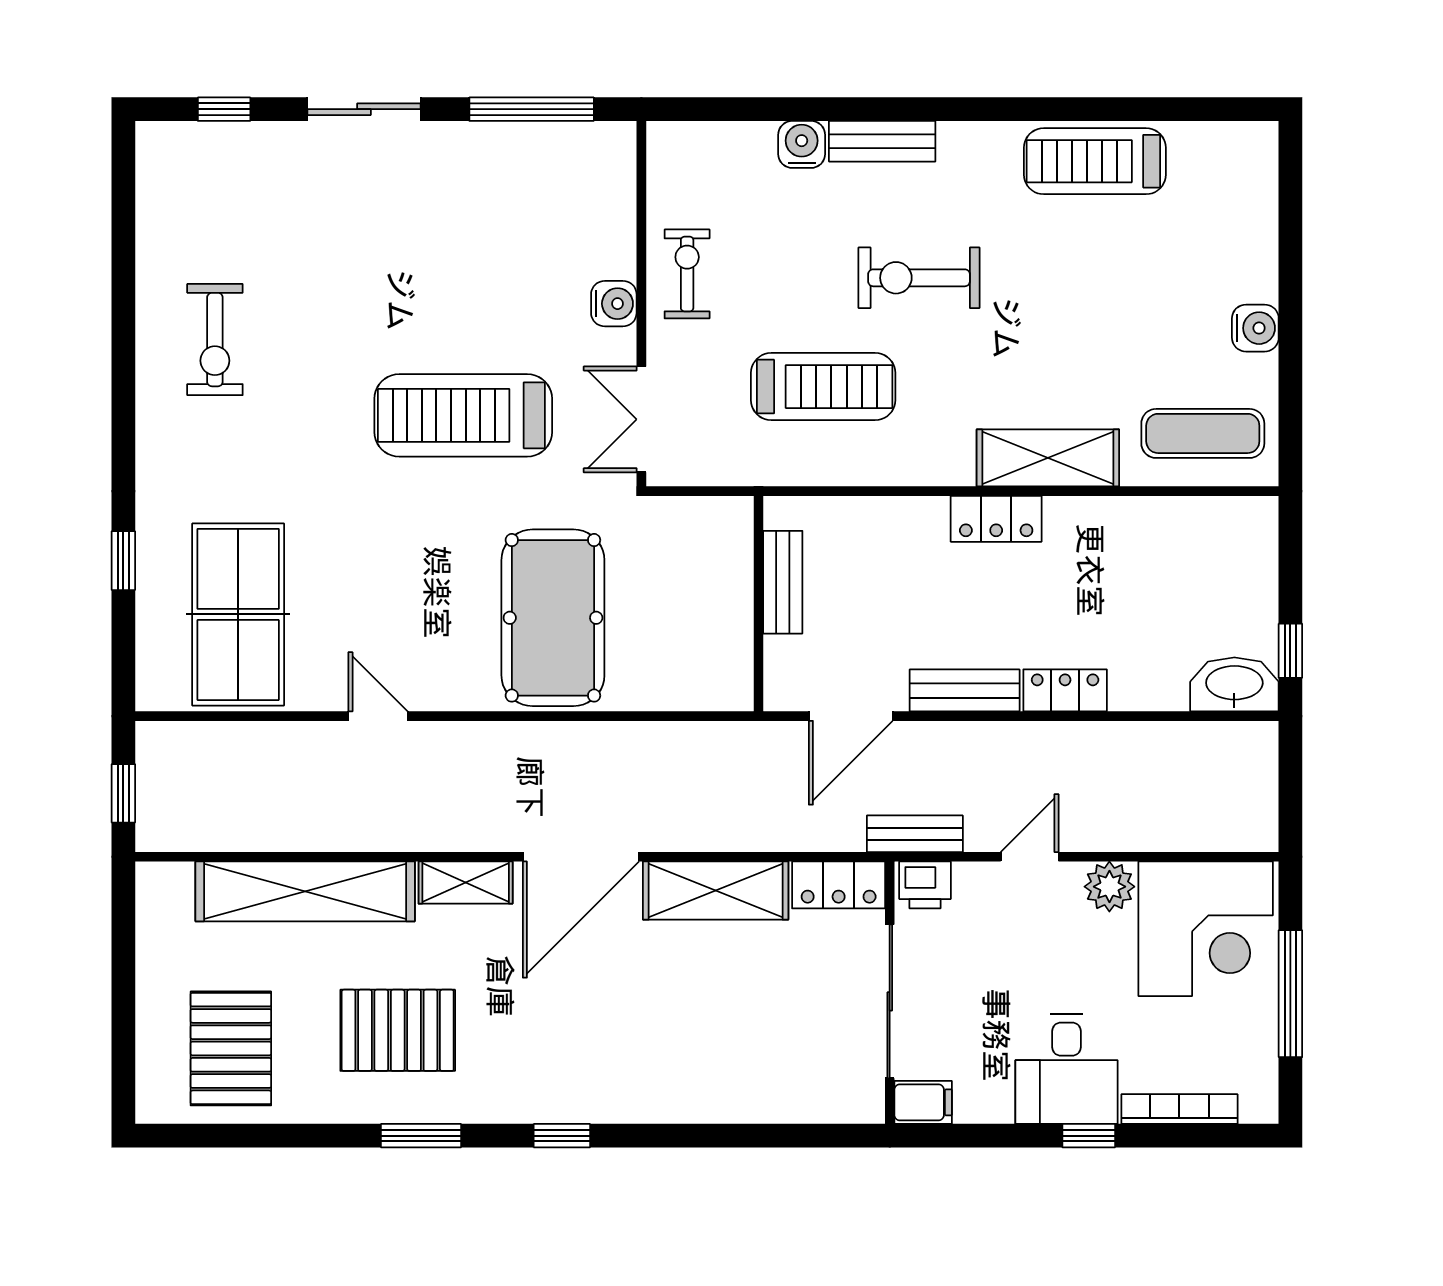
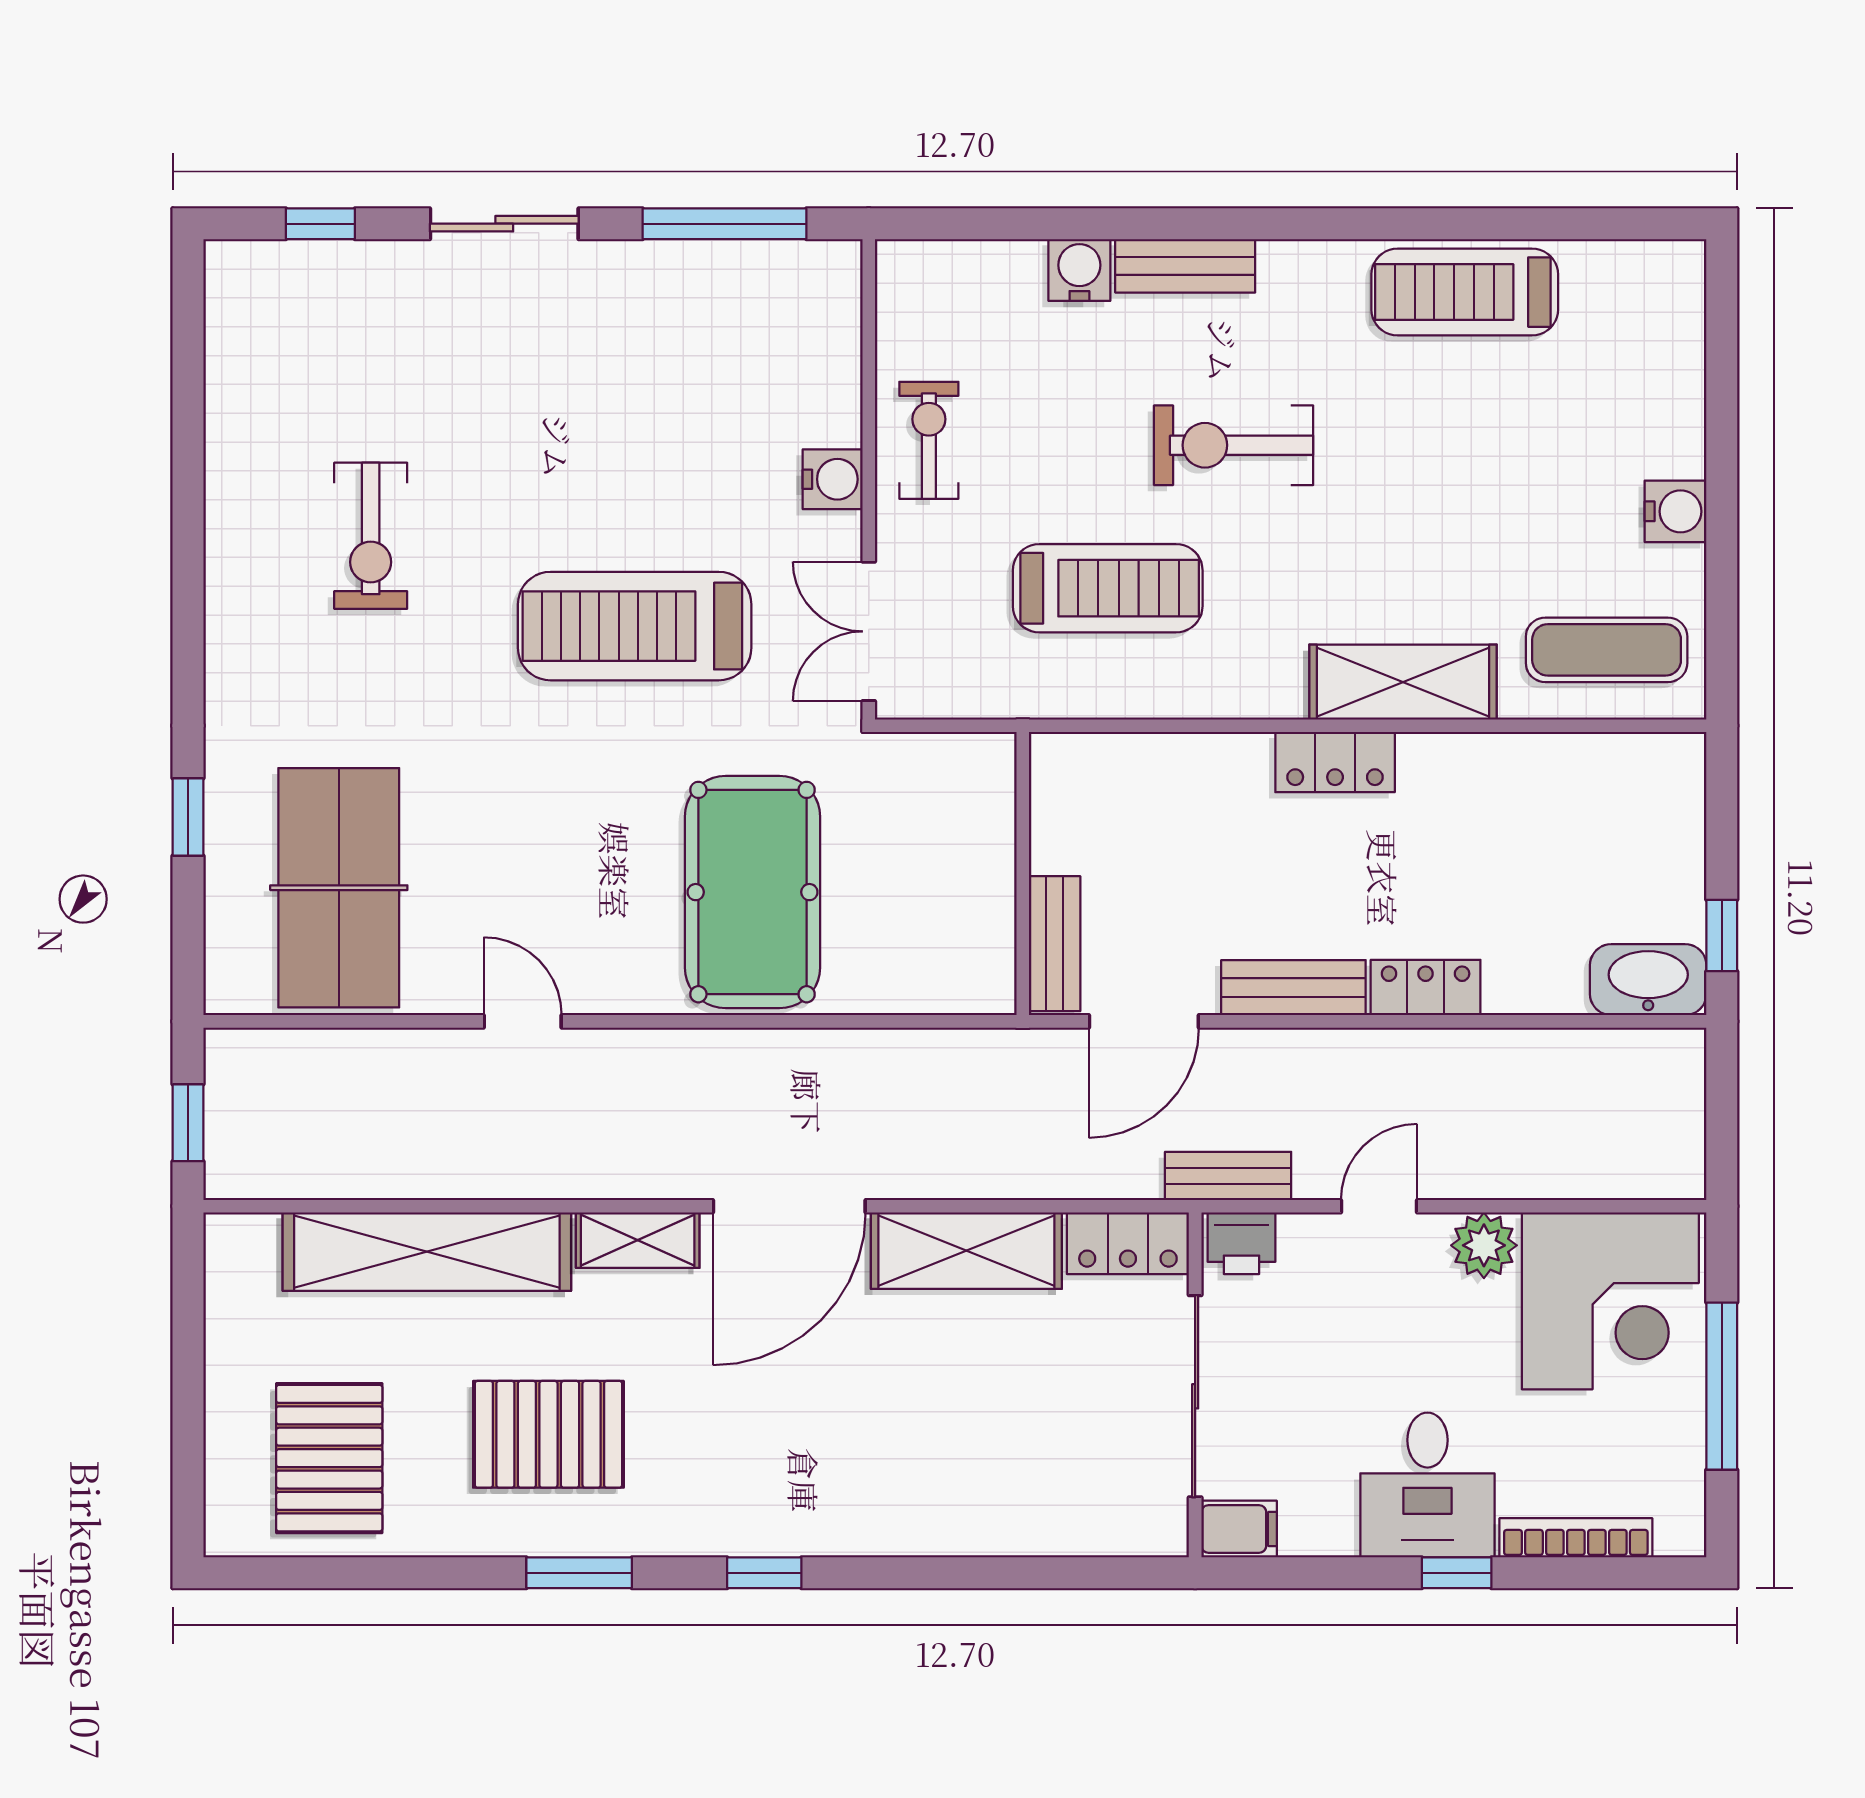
exercise bike: (215, 340) -> (371, 536), moved
bench: (783, 582) -> (1055, 944), moved

